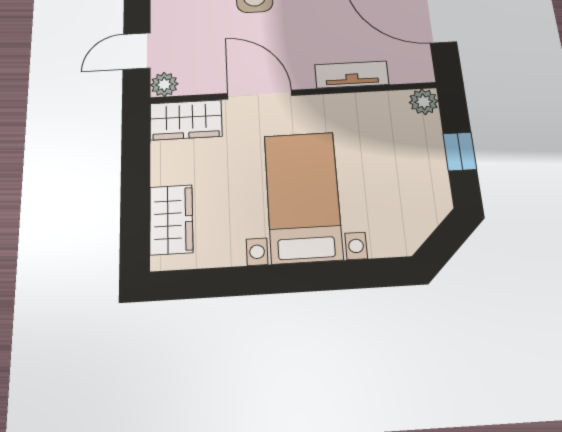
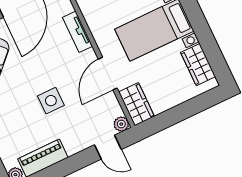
wardrobe: (171, 220) -> (198, 65), moved, turned -90

